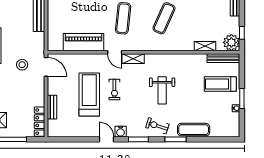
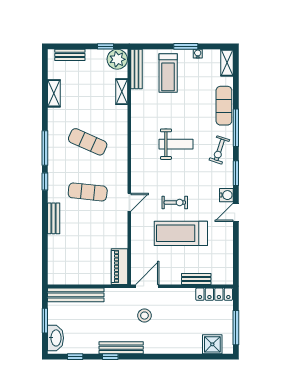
piano: (84, 42) -> (120, 267), moved, width x0.73, depth x0.75
shelving: (133, 59) -> (227, 63), moved
window: (176, 139) -> (236, 128), width x1.44

